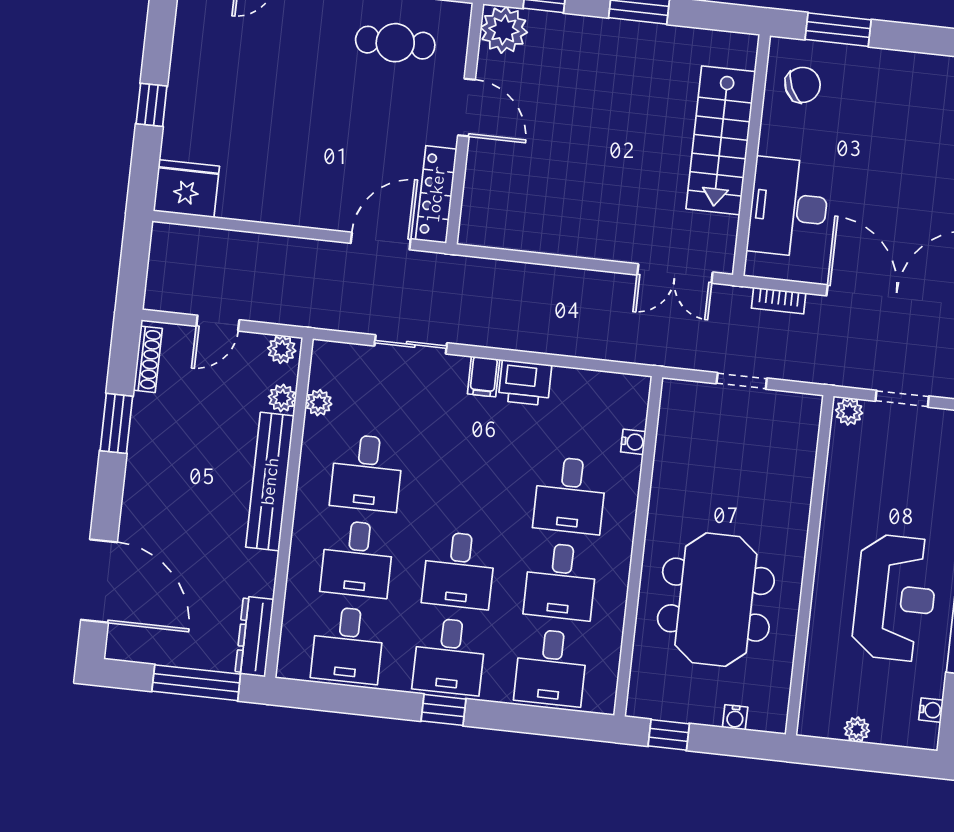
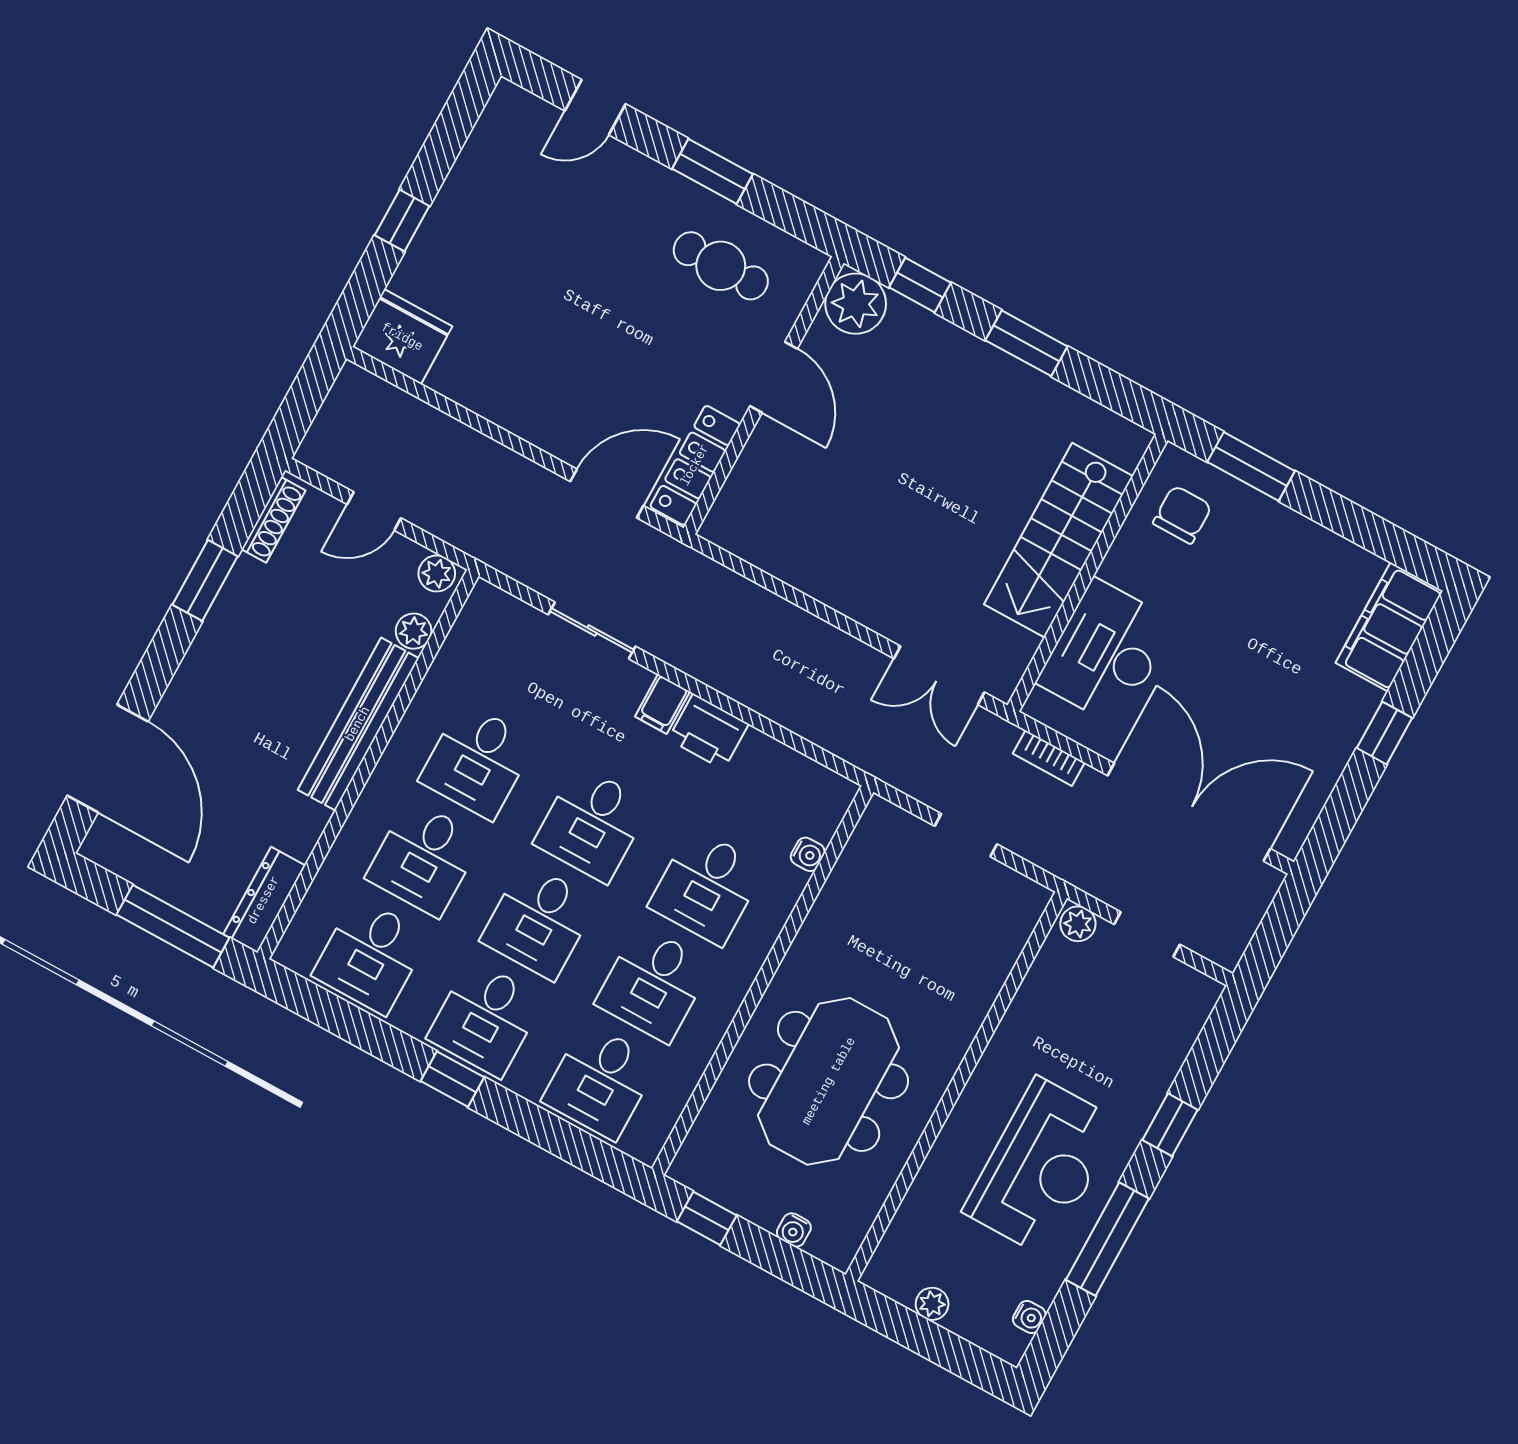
chair: (803, 85) -> (1182, 515), turned -65
plant: (319, 403) -> (455, 655), removed
desk: (468, 484) -> (592, 824), added

